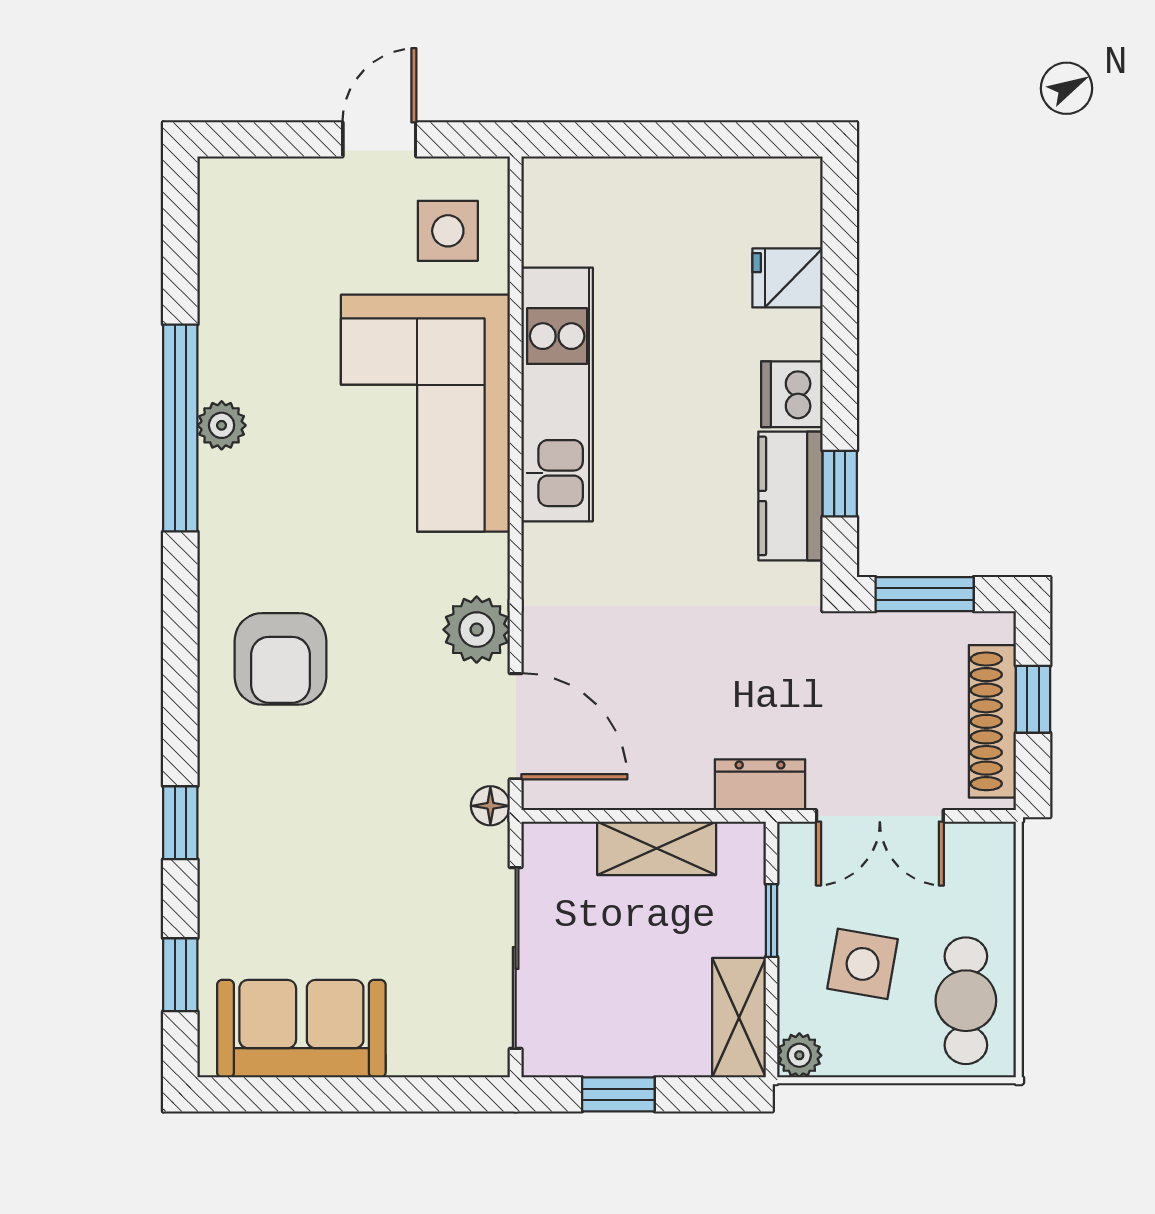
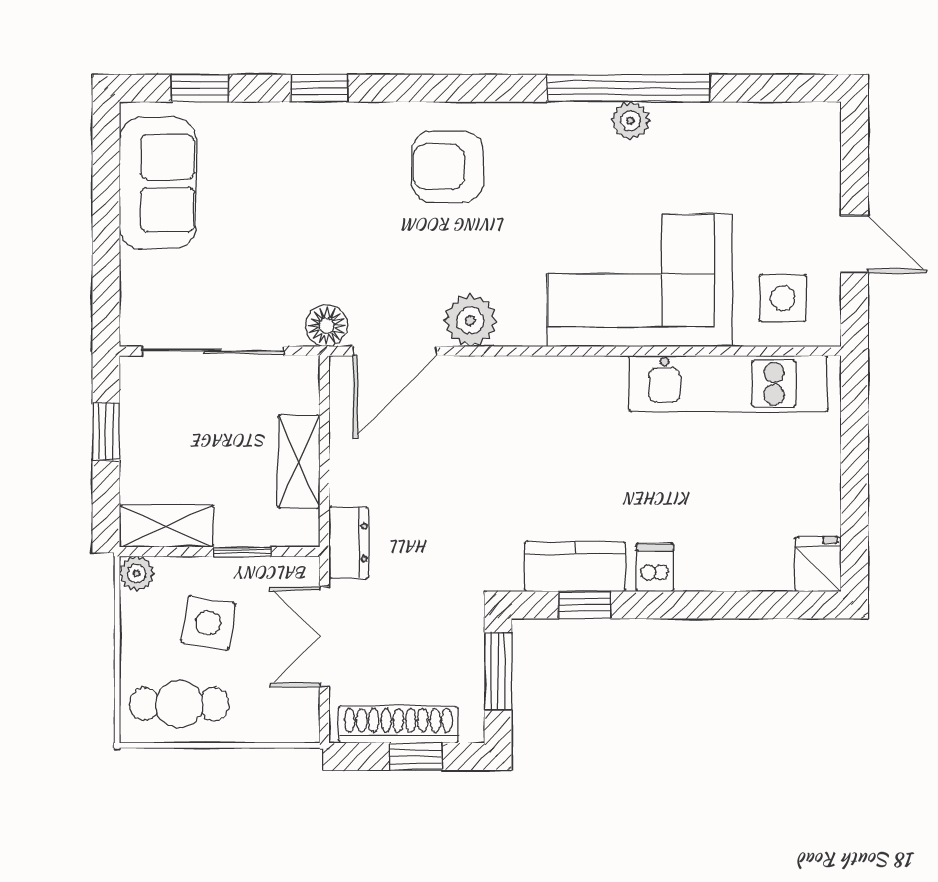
fridge: (787, 278) -> (818, 564), moved
kitchen unit: (557, 394) -> (728, 384), moved
dishwasher: (792, 394) -> (655, 568), width x0.73
floor lamp: (490, 806) -> (327, 326), width x1.37, depth x1.37

